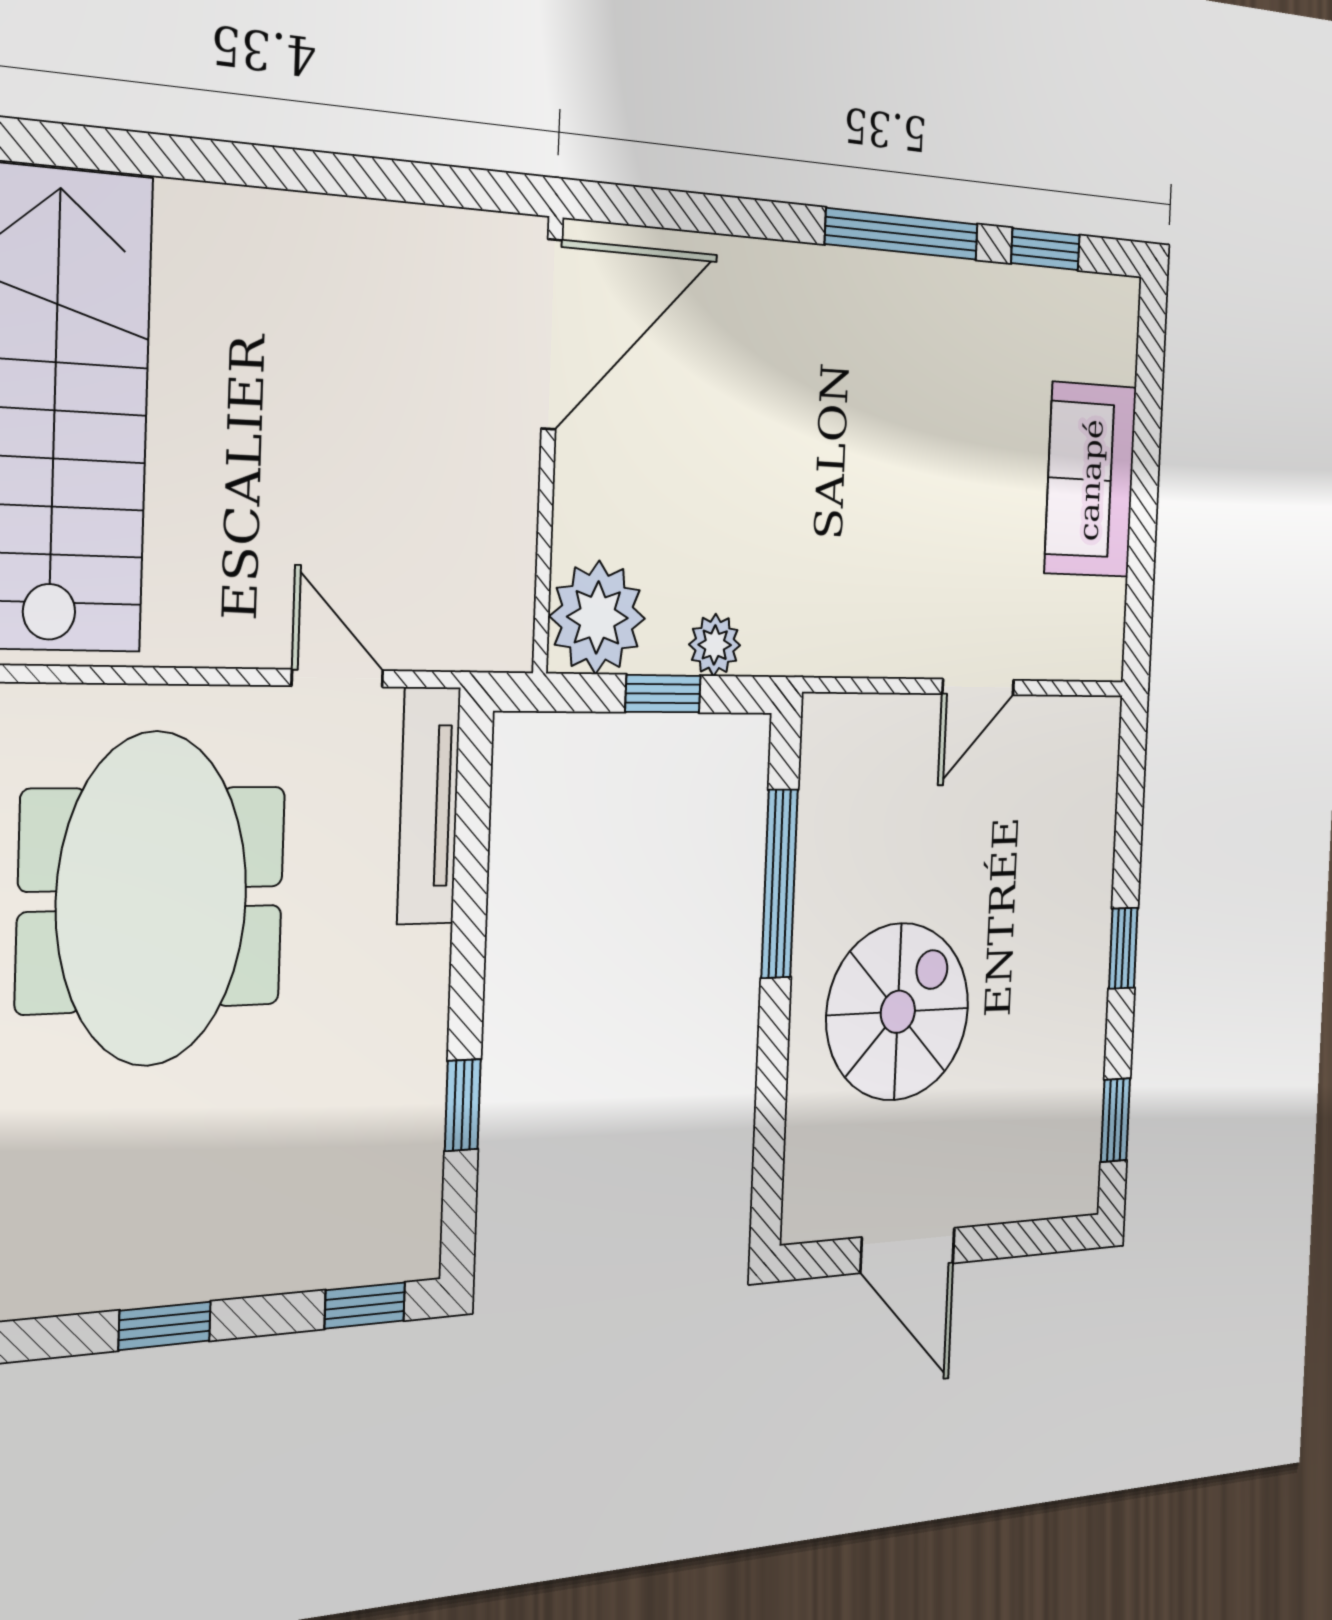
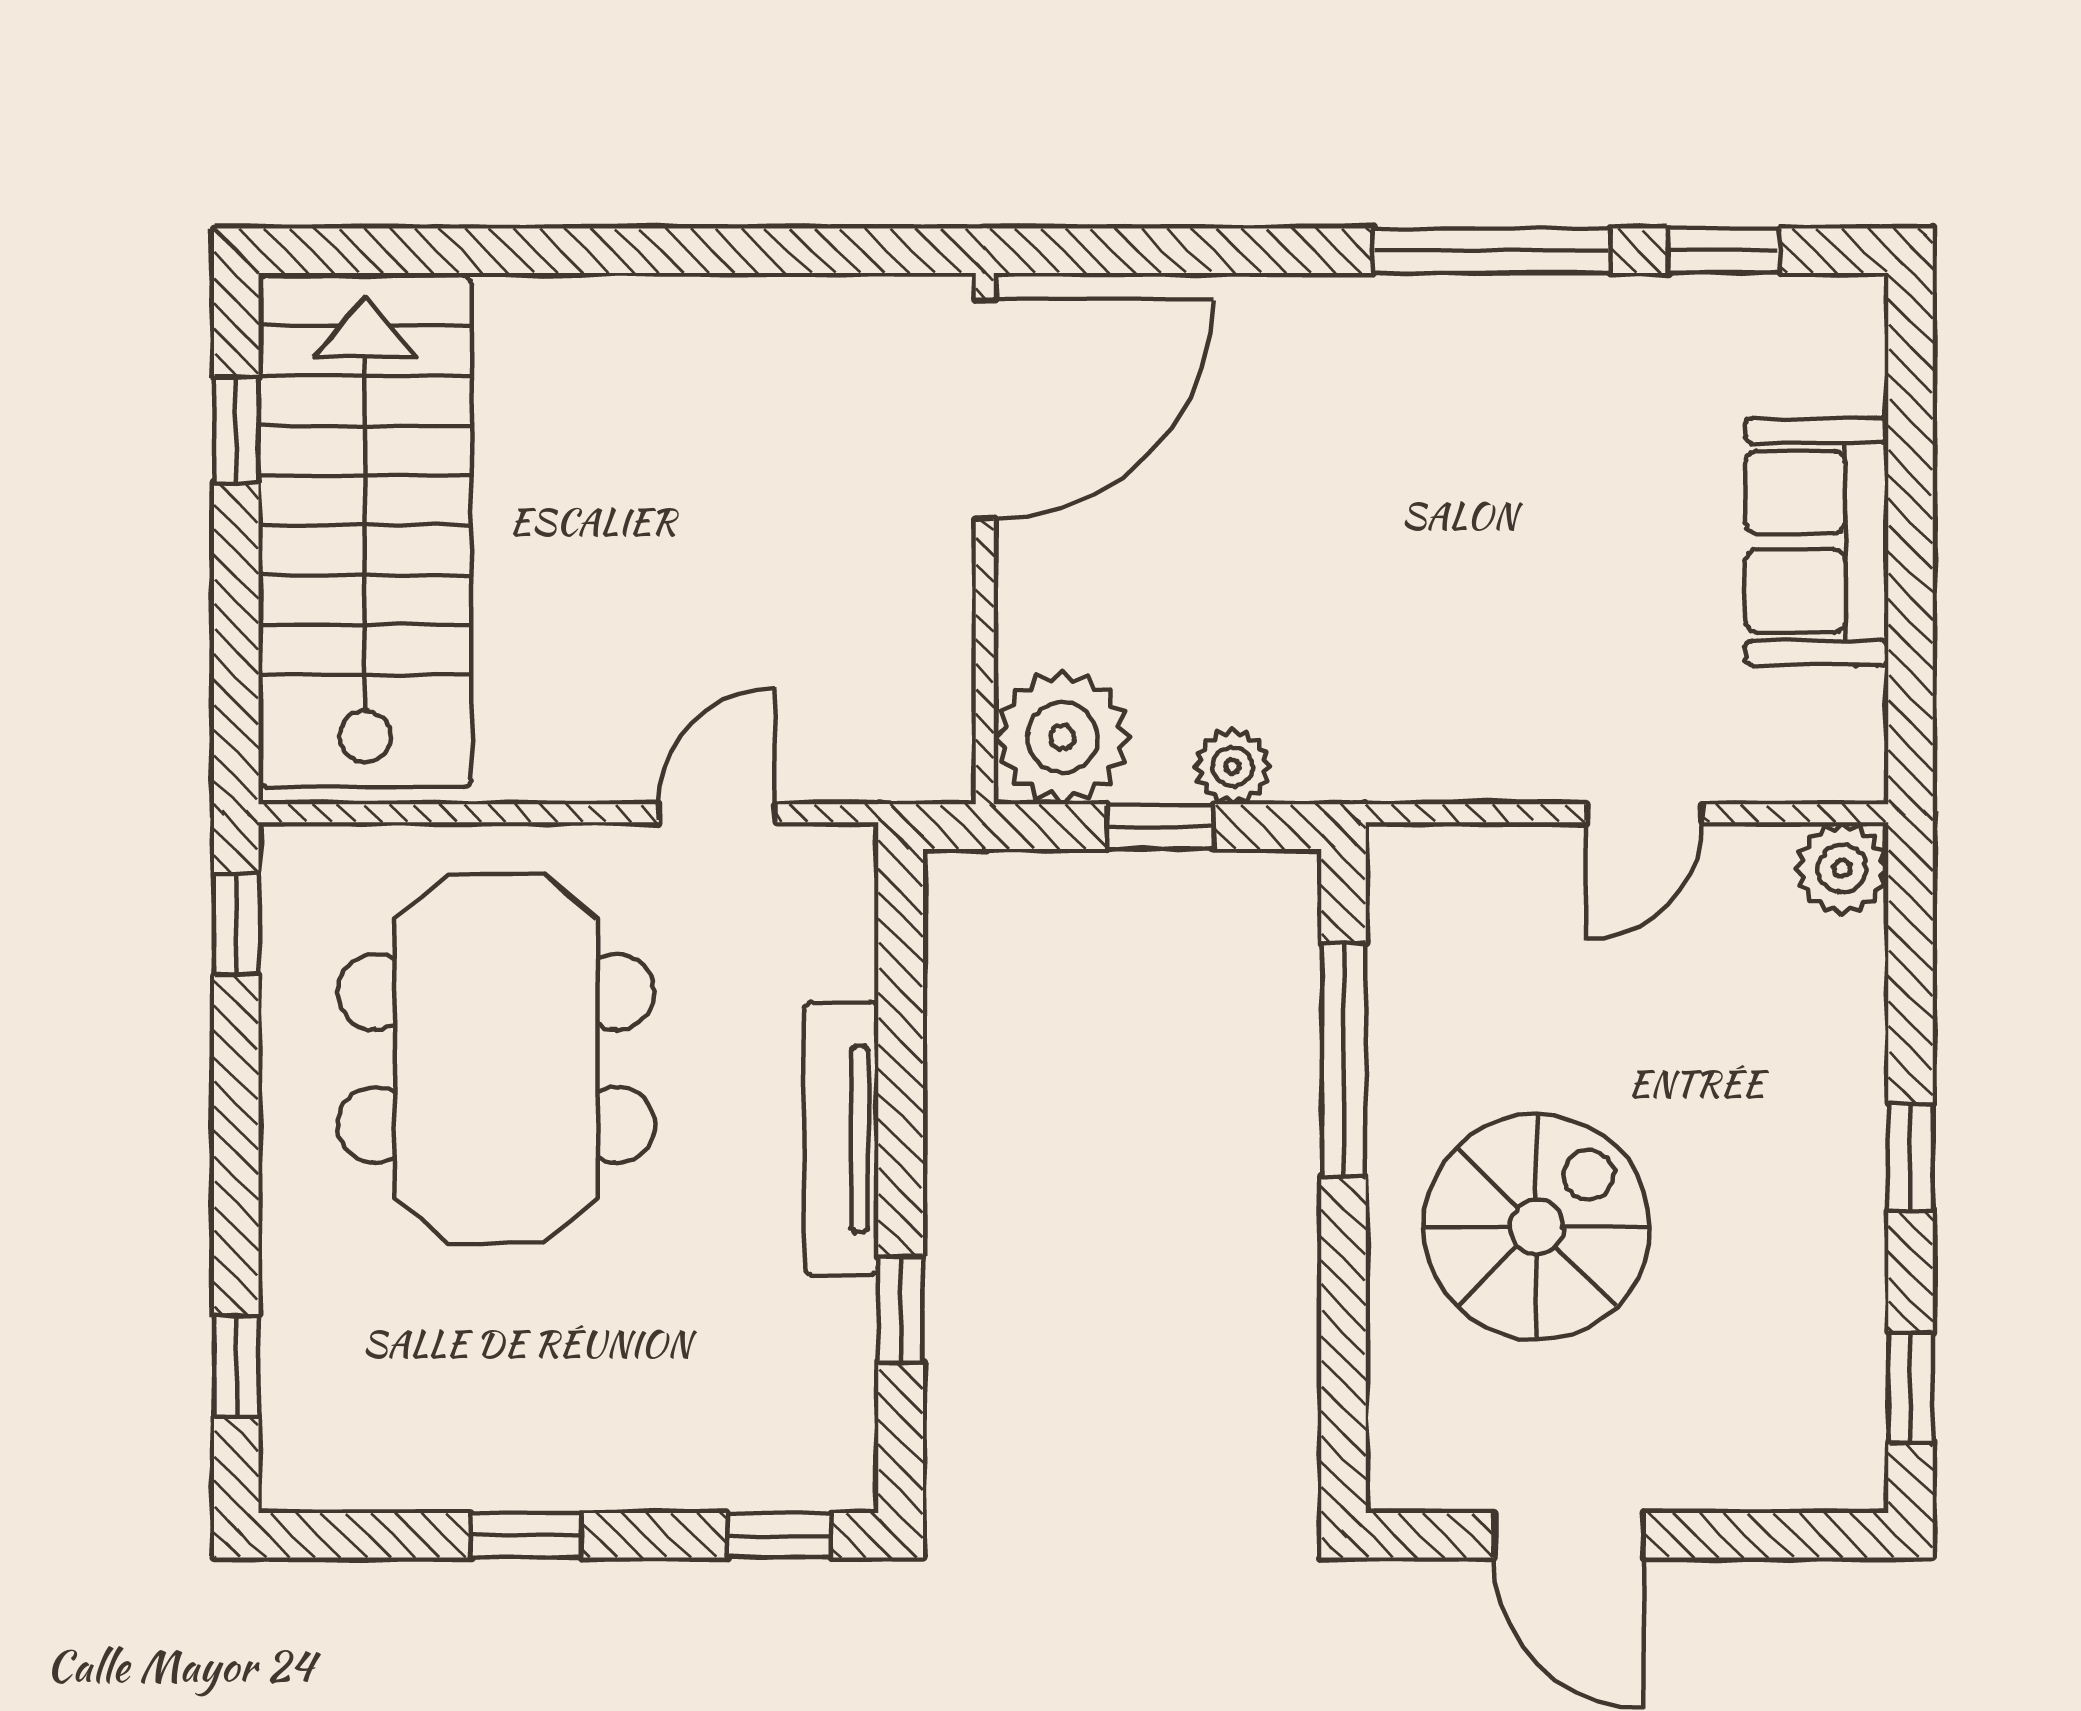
door: (337, 678) -> (717, 813), hinge flipped
plant: (1094, 731) -> (1842, 868), added
tv unit: (429, 806) -> (841, 1139), moved

